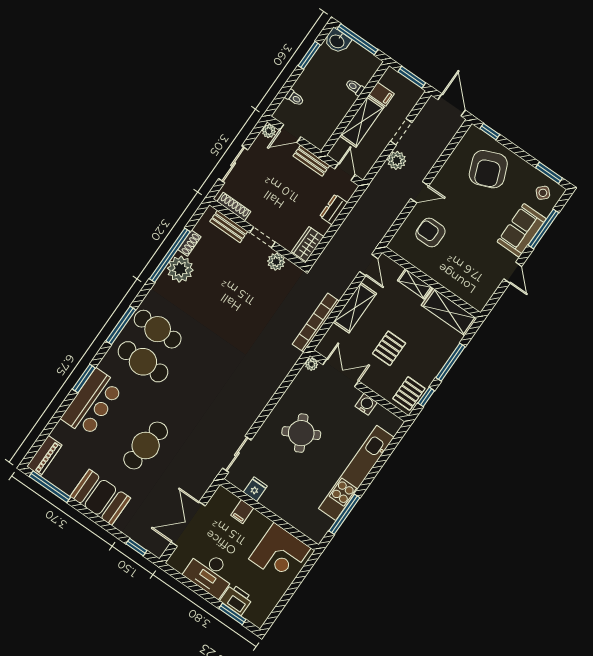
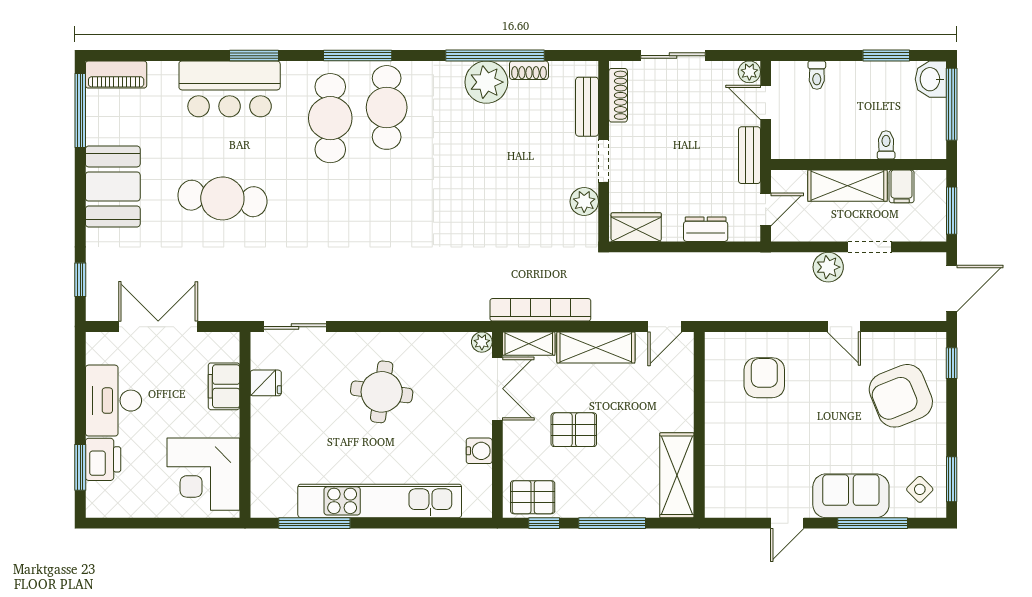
door: (420, 192) -> (844, 327), moved
shelving: (415, 284) -> (529, 344), moved, turned 90
round table: (301, 433) -> (382, 392), turned 36
filing cabinet: (242, 512) -> (224, 386), width x2.00

